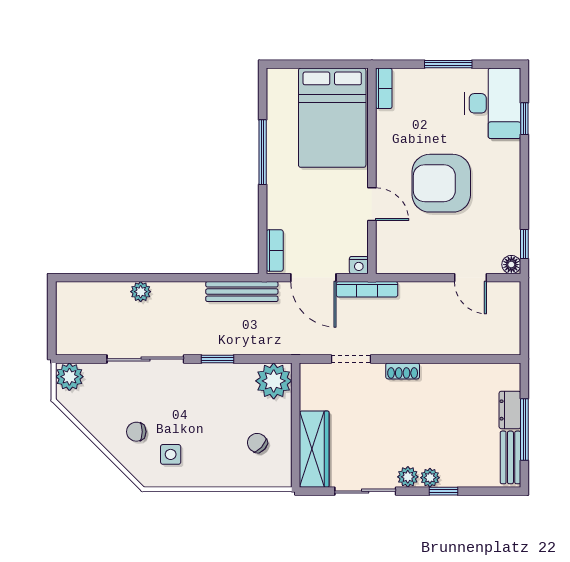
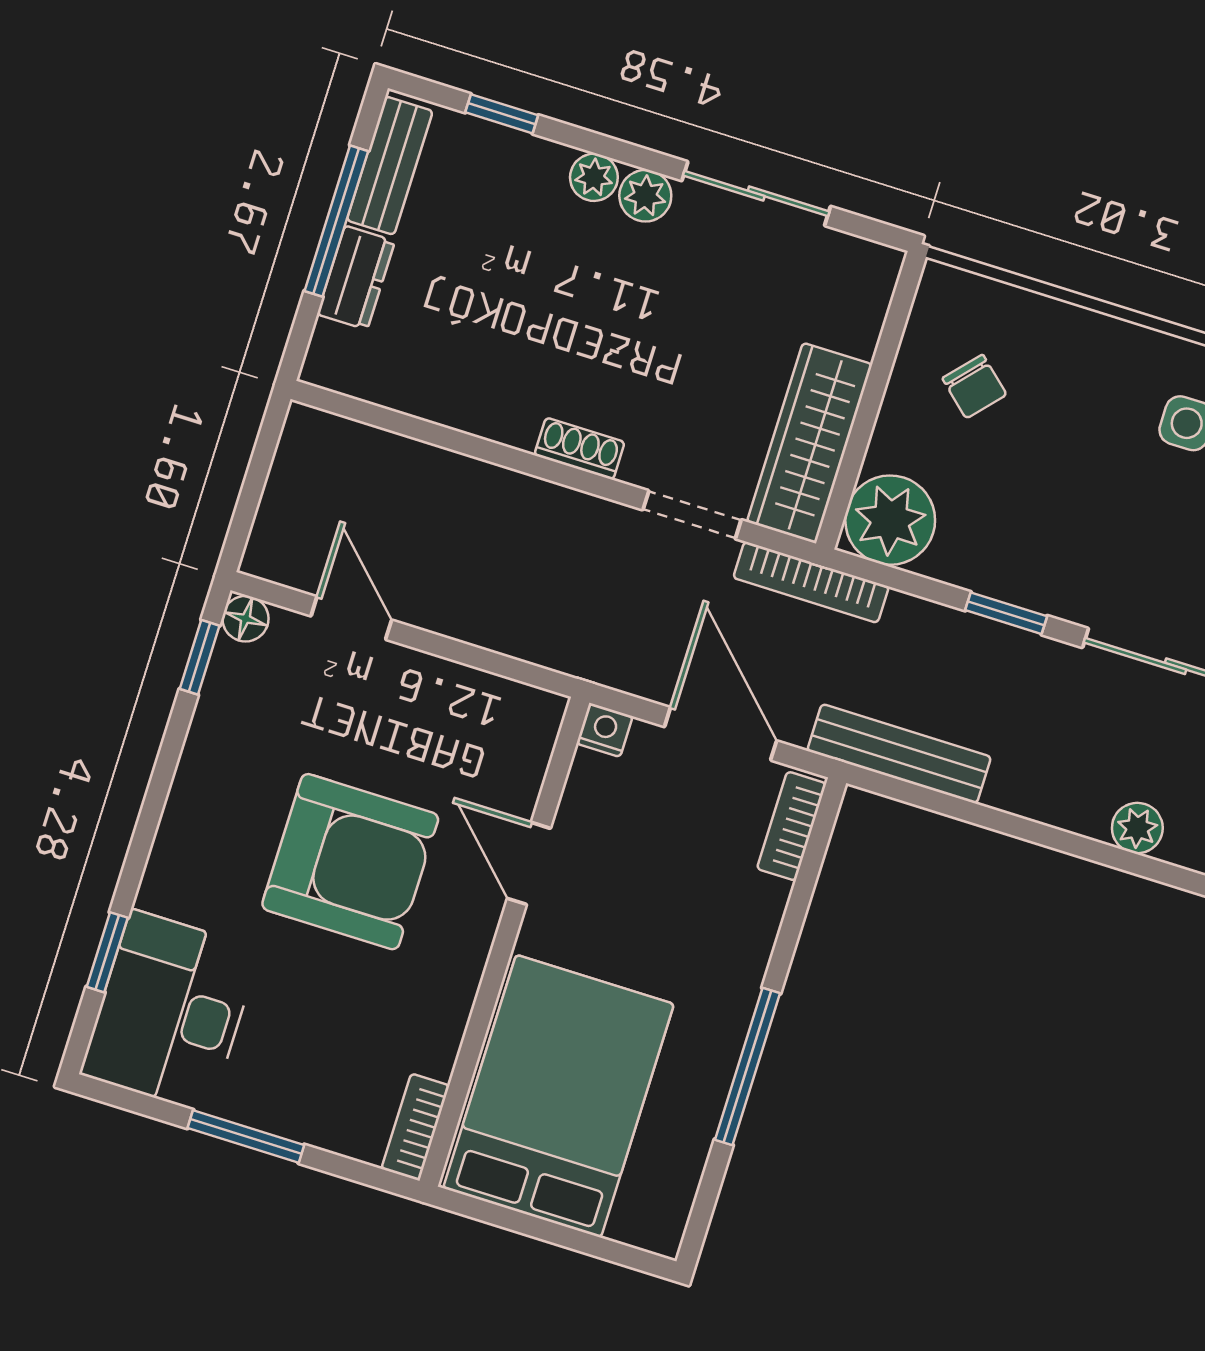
bookcase: (367, 289) -> (811, 582), moved, turned 180
wardrobe: (314, 449) -> (810, 443), moved
window: (443, 491) -> (502, 114), moved

